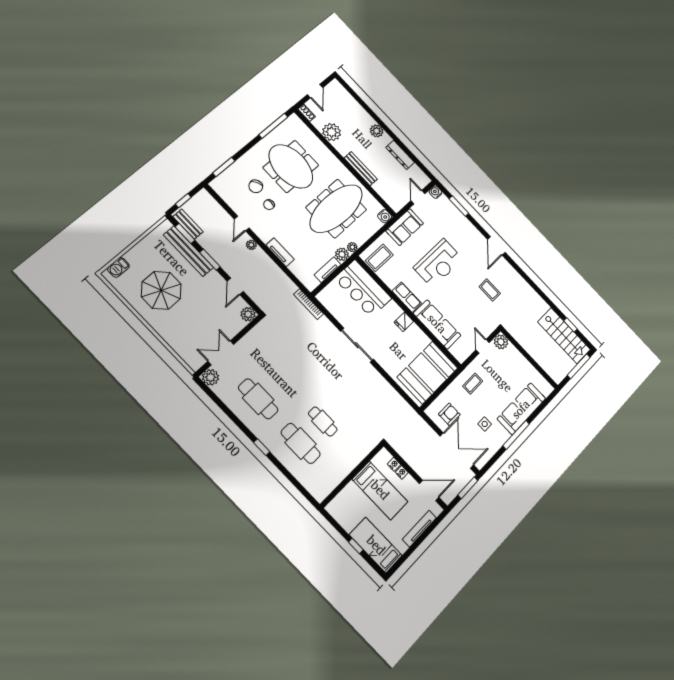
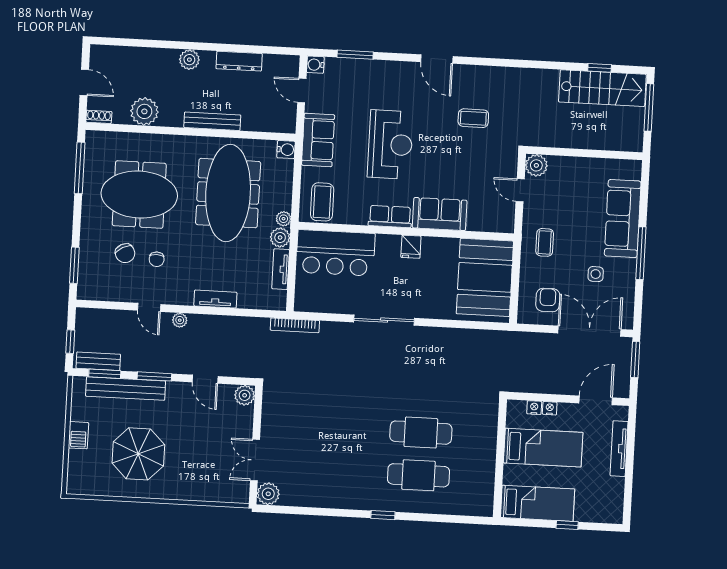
barbecue: (118, 267) -> (78, 435), moved
sofa: (437, 324) -> (440, 214), width x0.73
cafe table: (258, 399) -> (335, 471), removed
cafe table: (323, 422) -> (421, 433), width x1.37, depth x1.35
bed: (376, 545) -> (538, 503), moved, turned 180

